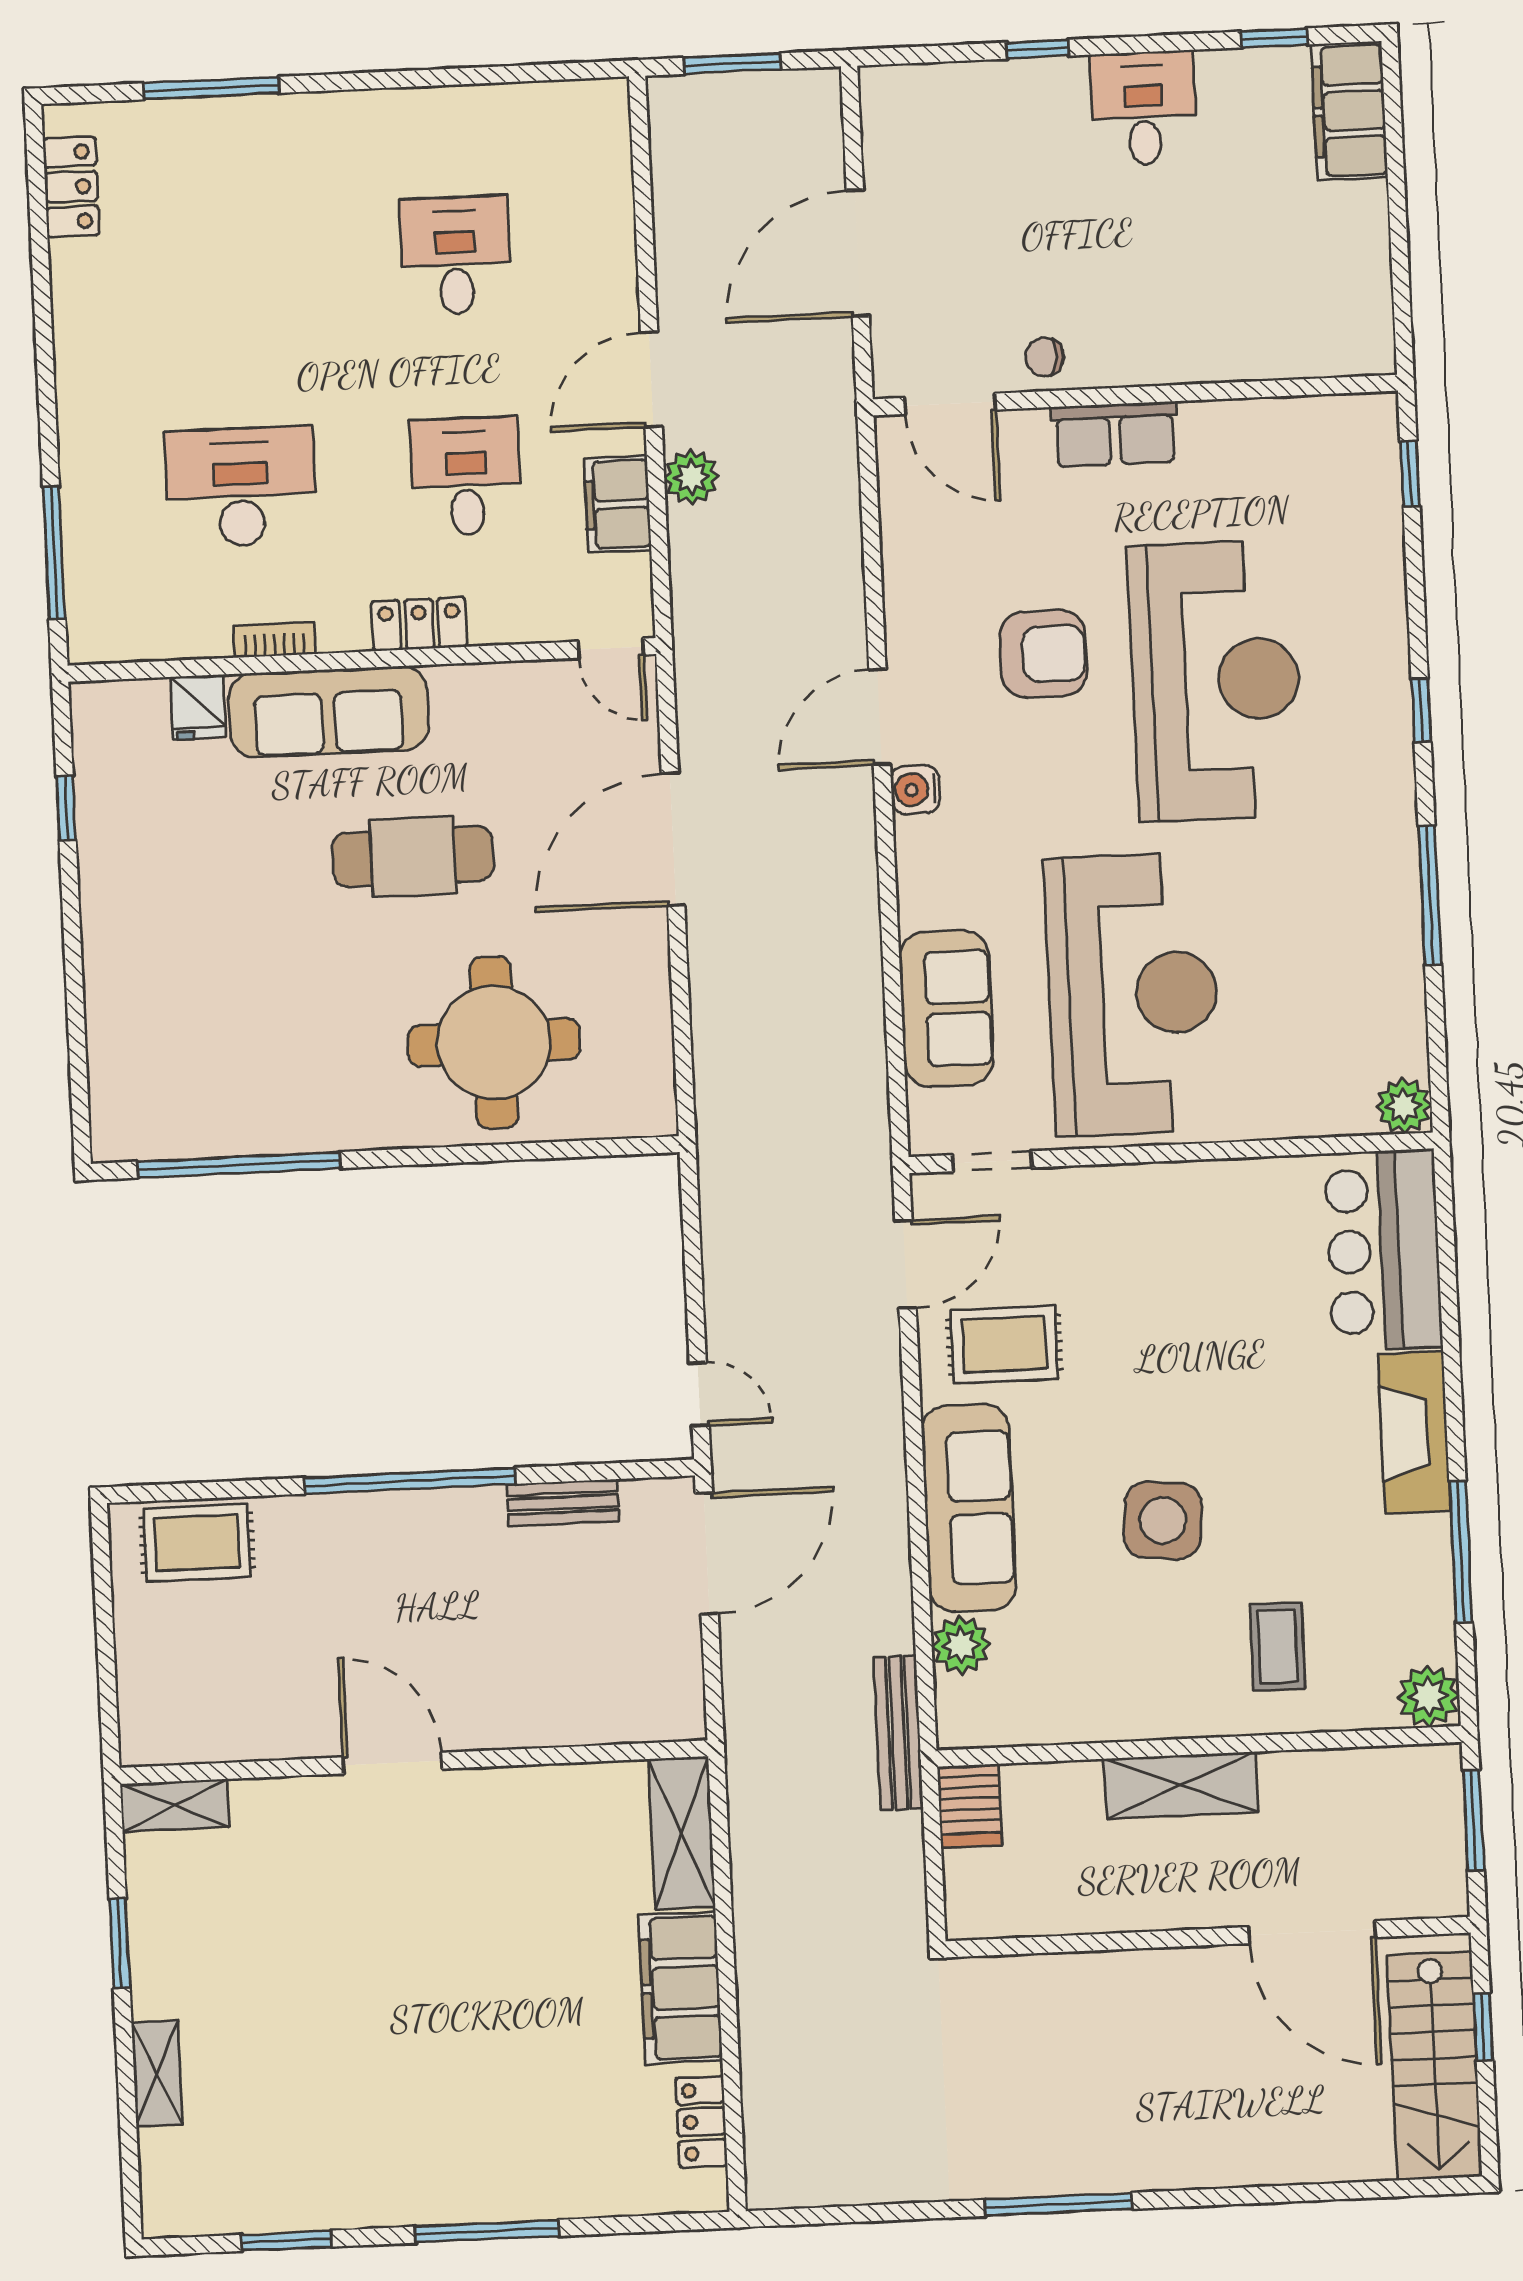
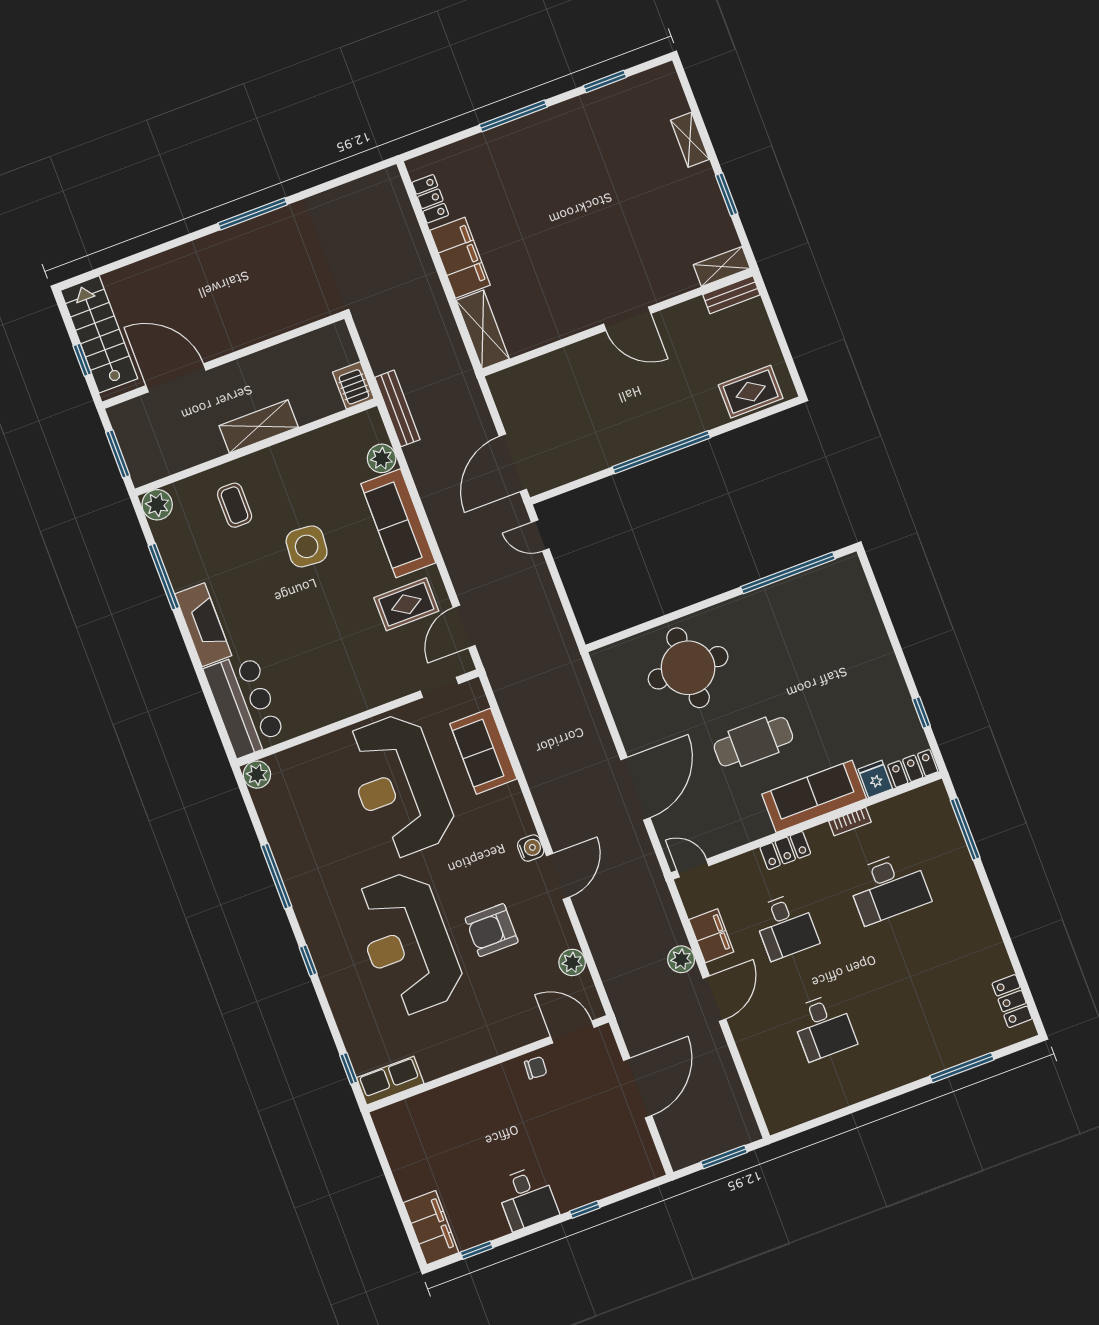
row of seats: (1115, 434) -> (390, 1081), moved
plant: (906, 540) -> (572, 962), added
locker: (118, 704) -> (913, 768), added
bench: (563, 1503) -> (731, 295), moved

